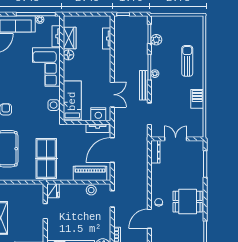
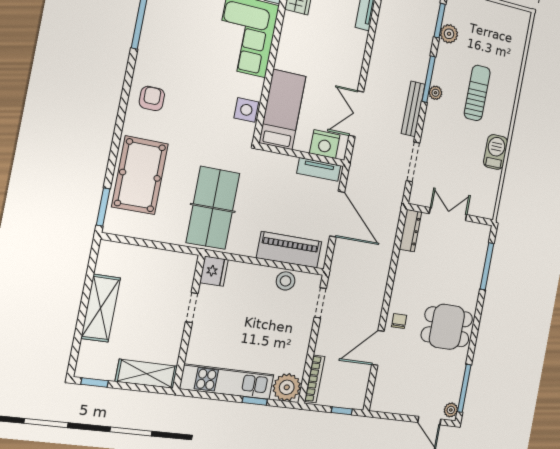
floor lamp: (68, 55) -> (292, 23), removed
sun lounger: (187, 61) -> (477, 93), moved
double door: (112, 95) -> (356, 114), swing flipped
door: (112, 150) -> (337, 214), swing flipped

